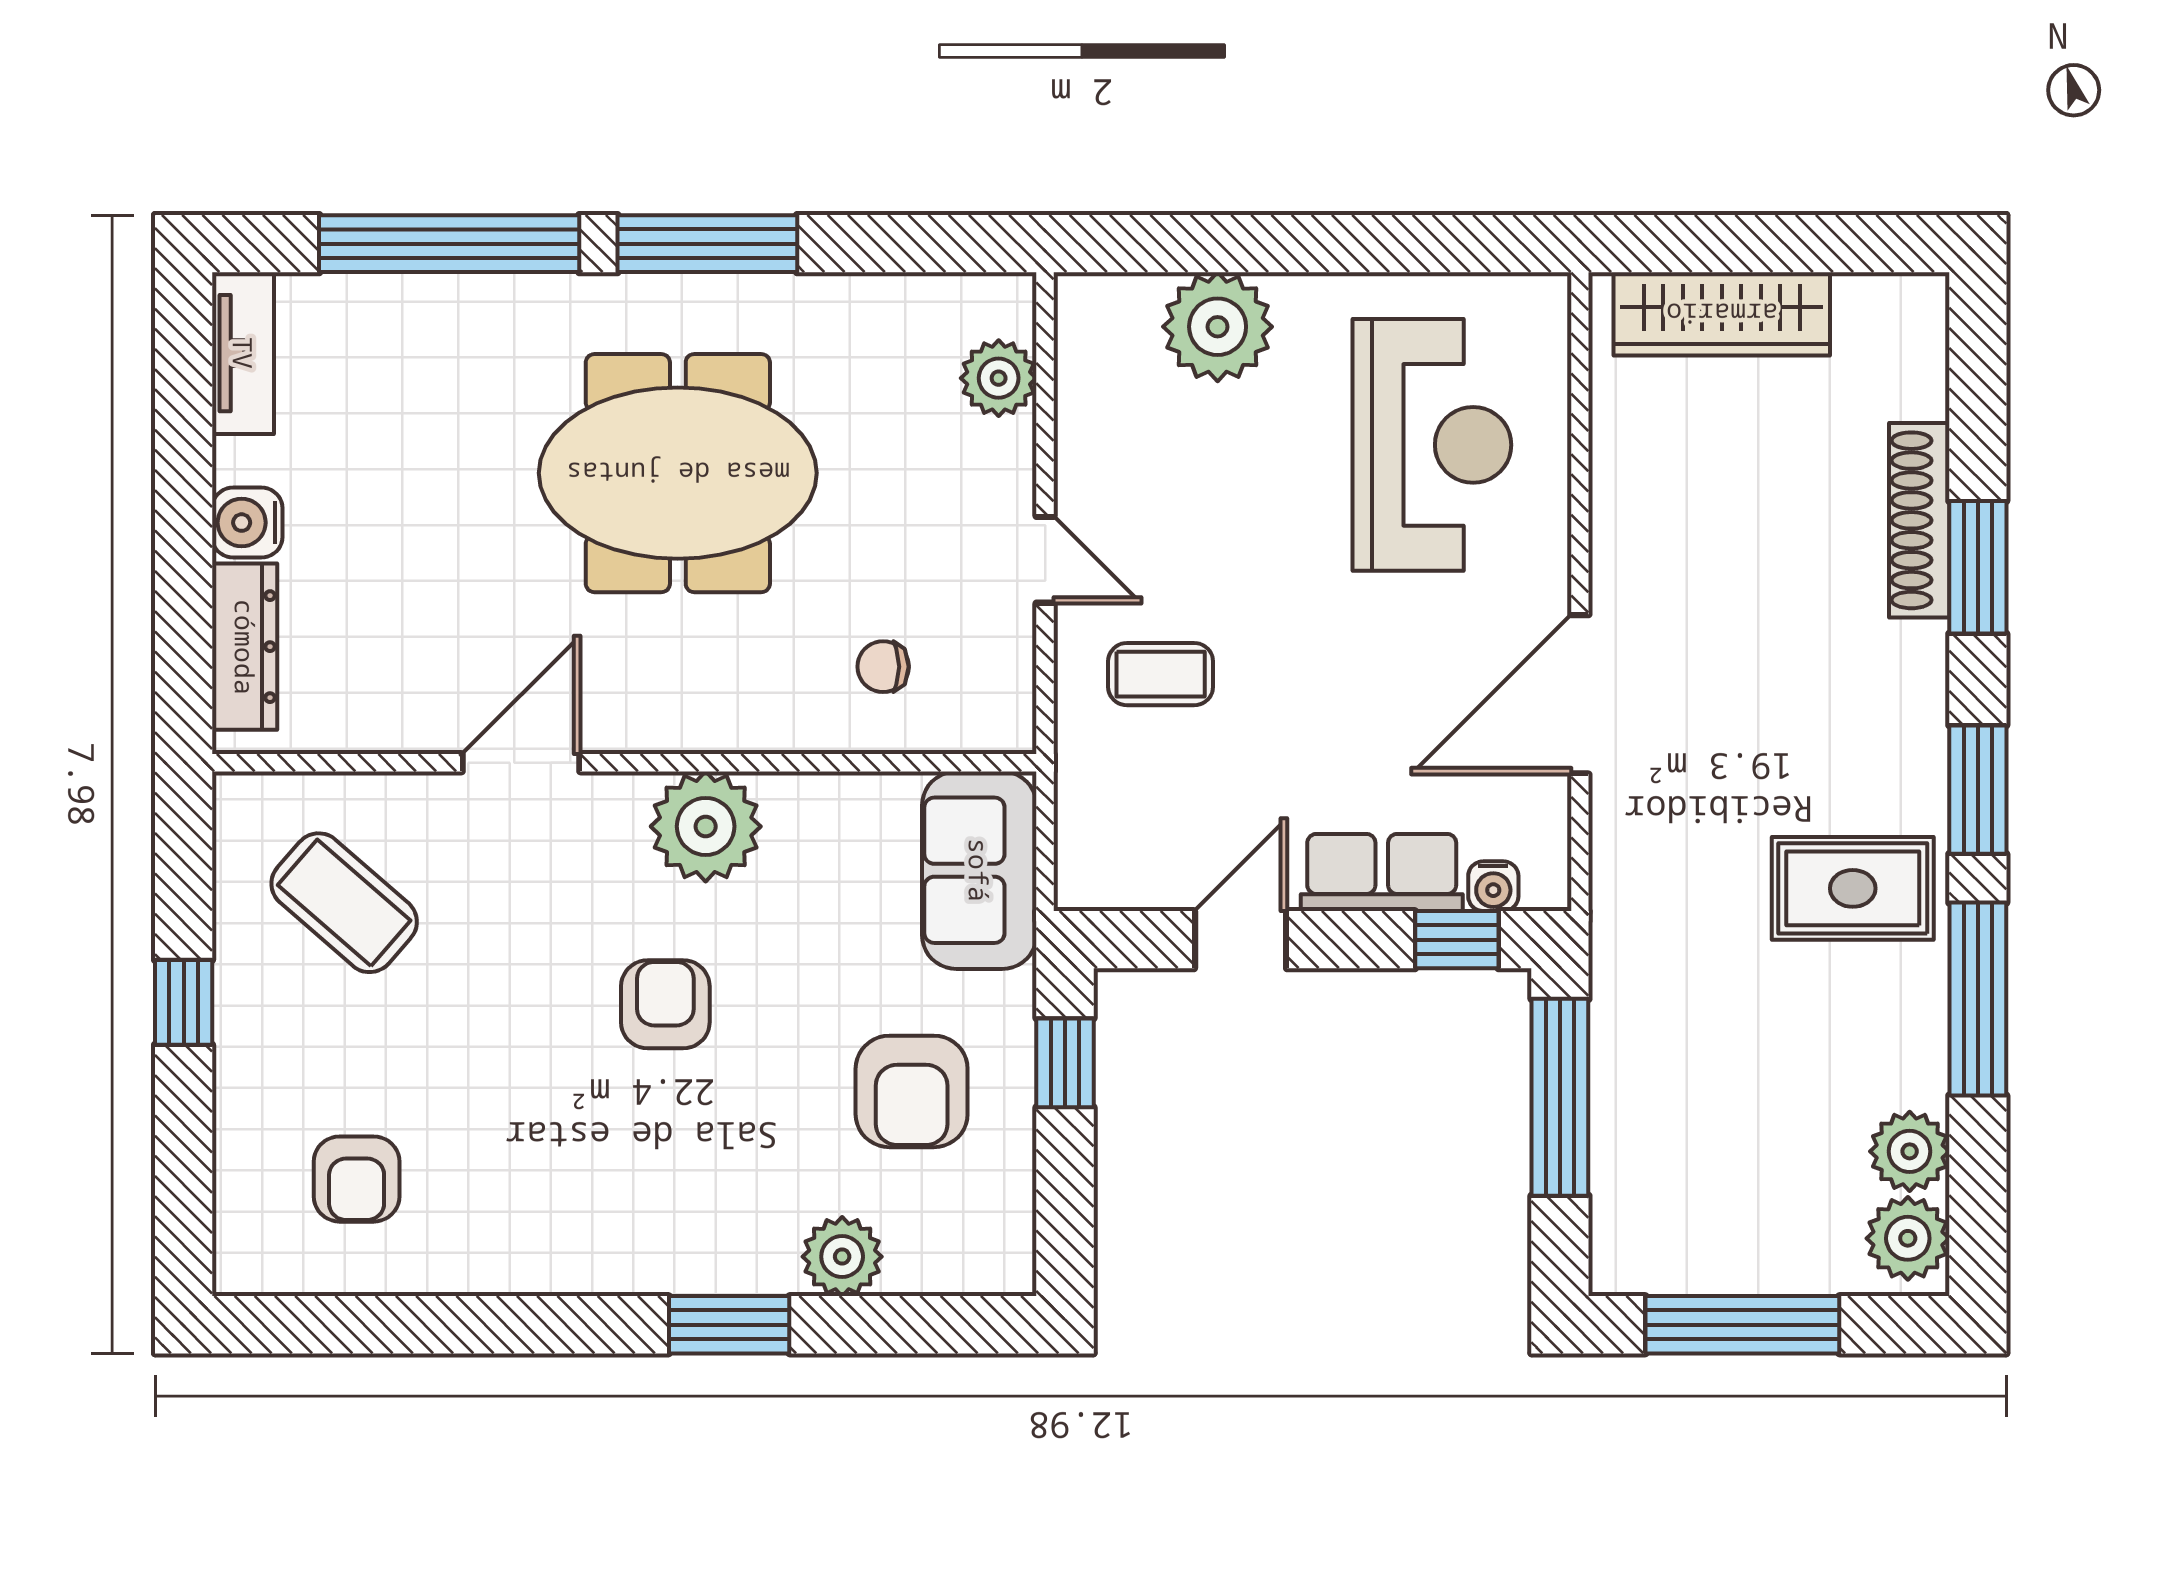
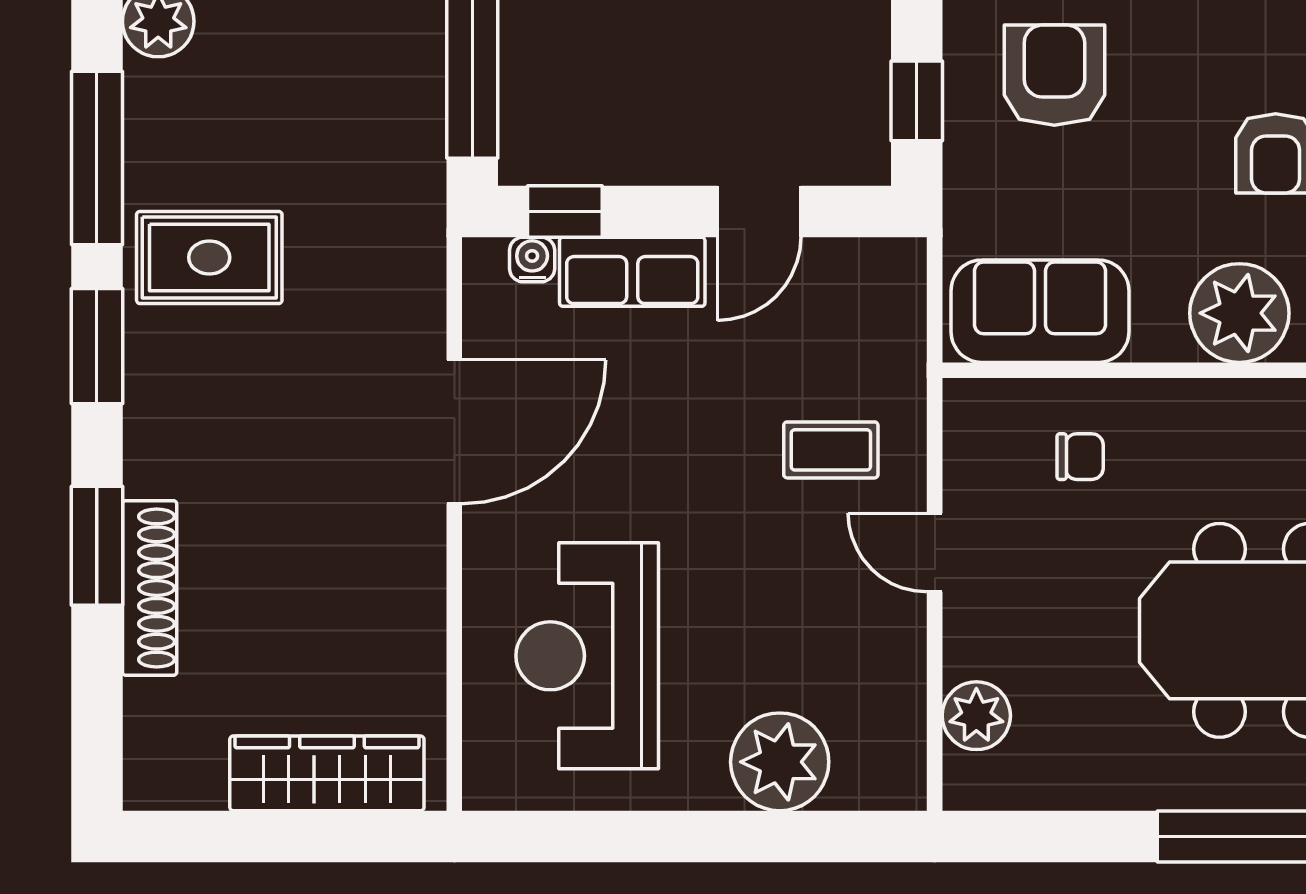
sofa: (979, 870) -> (1040, 311), moved, turned -90

